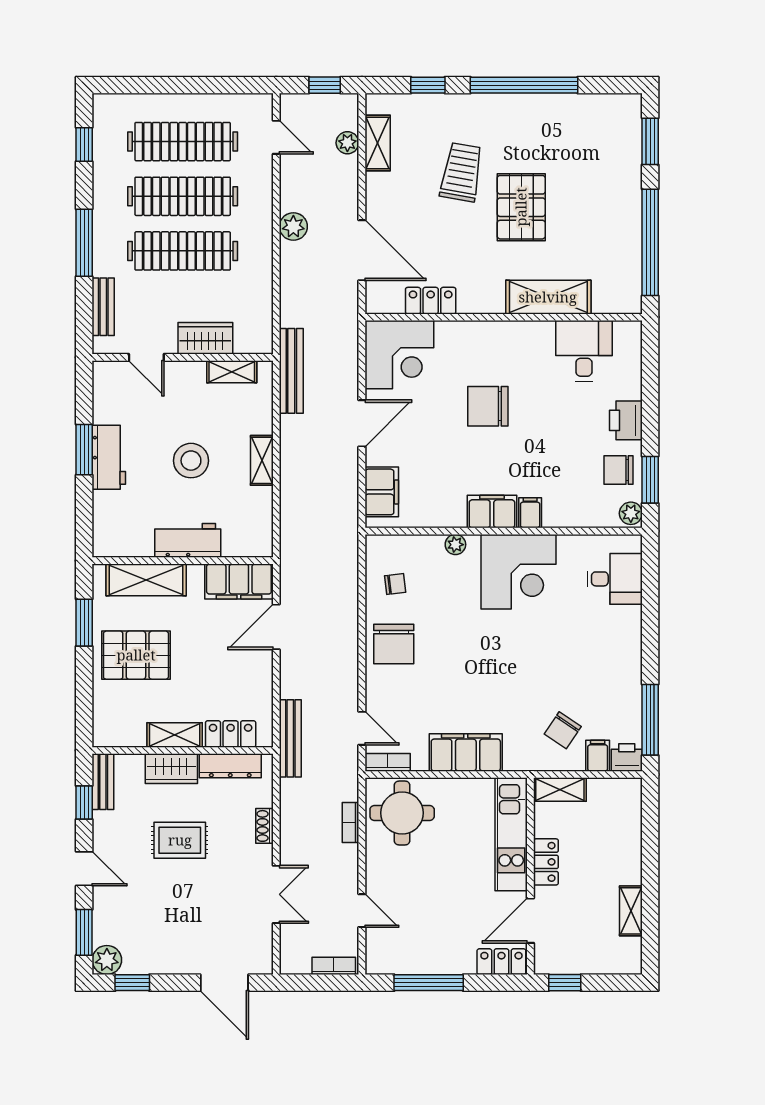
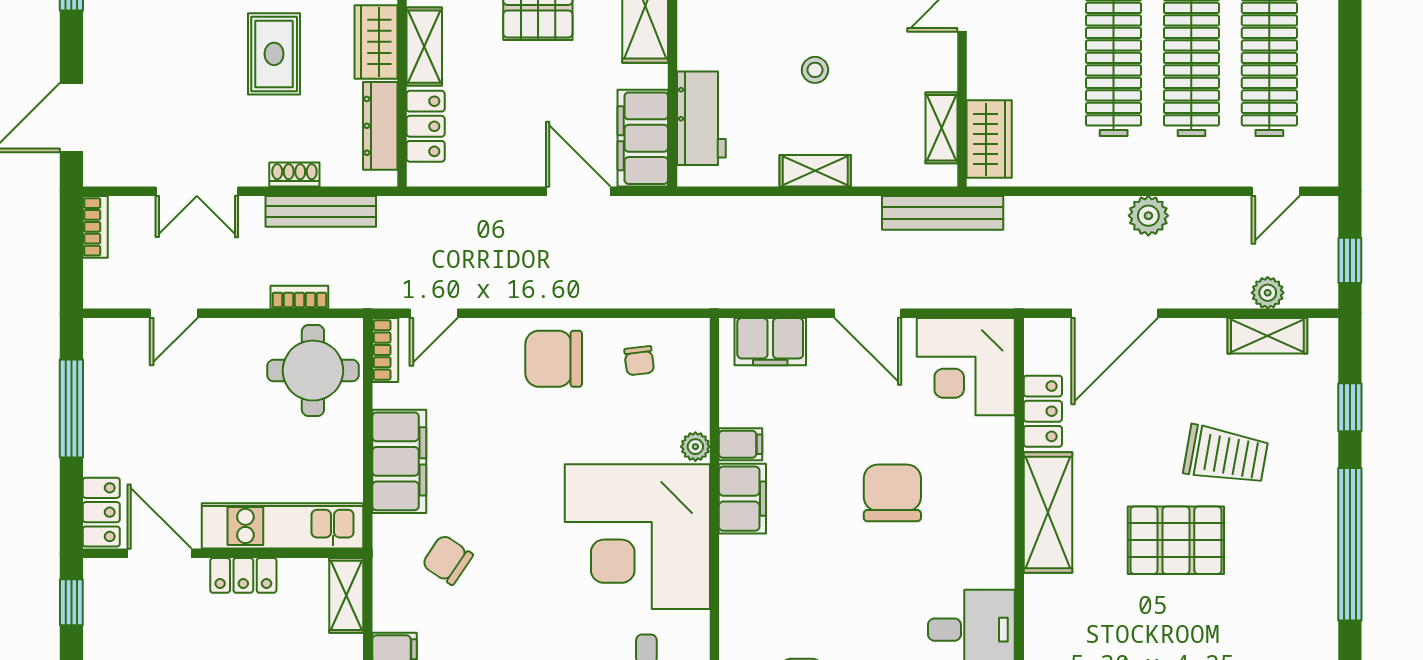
shelving: (548, 297) -> (1048, 512), moved
wardrobe: (205, 338) -> (989, 139), moved
stool: (191, 461) -> (815, 70), width x0.53, depth x0.53
filing cabinet: (530, 513) -> (741, 444), moved
workbench: (188, 540) -> (701, 118), moved
corner desk: (519, 572) -> (637, 537), width x1.36, depth x1.36
chair: (563, 730) -> (447, 560), moved
bench: (290, 738) -> (321, 211), moved
bookcase: (334, 966) -> (95, 227), moved

